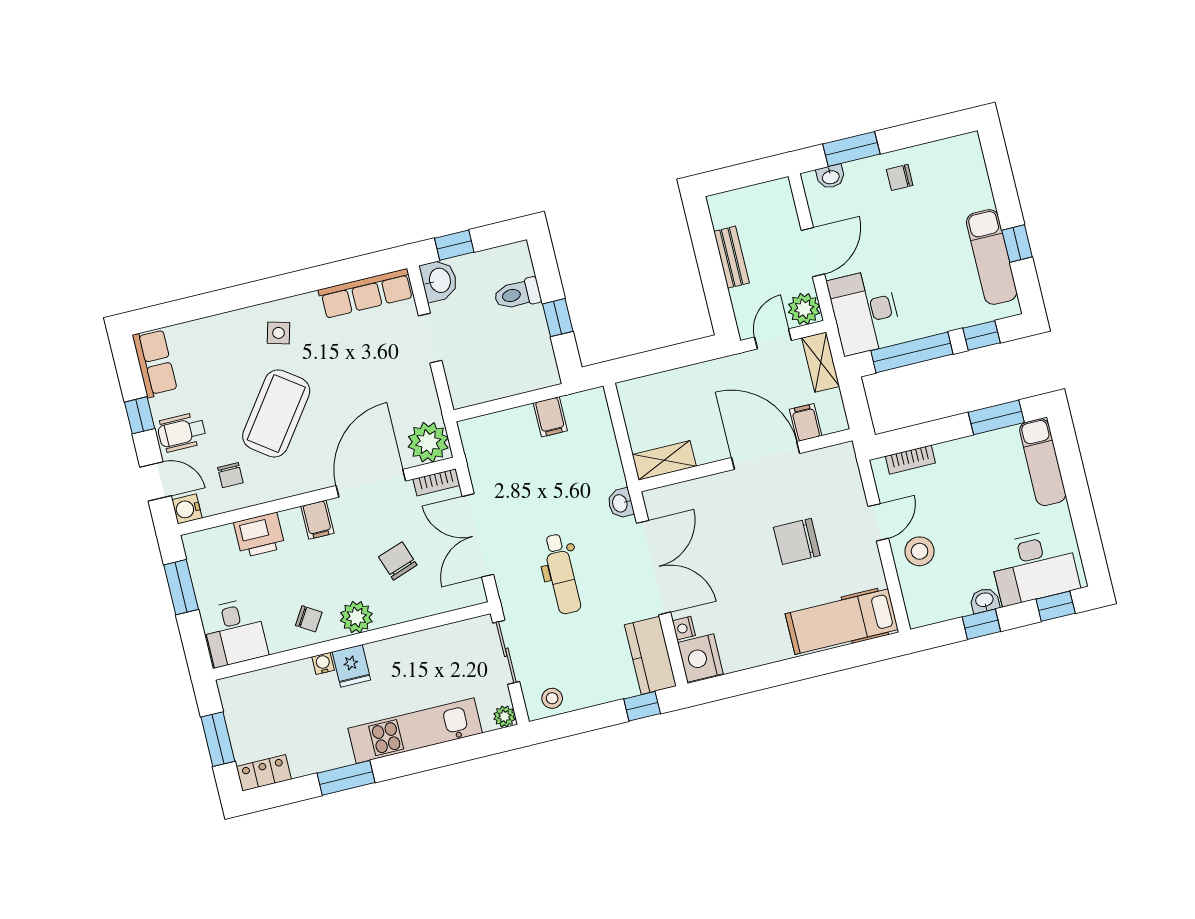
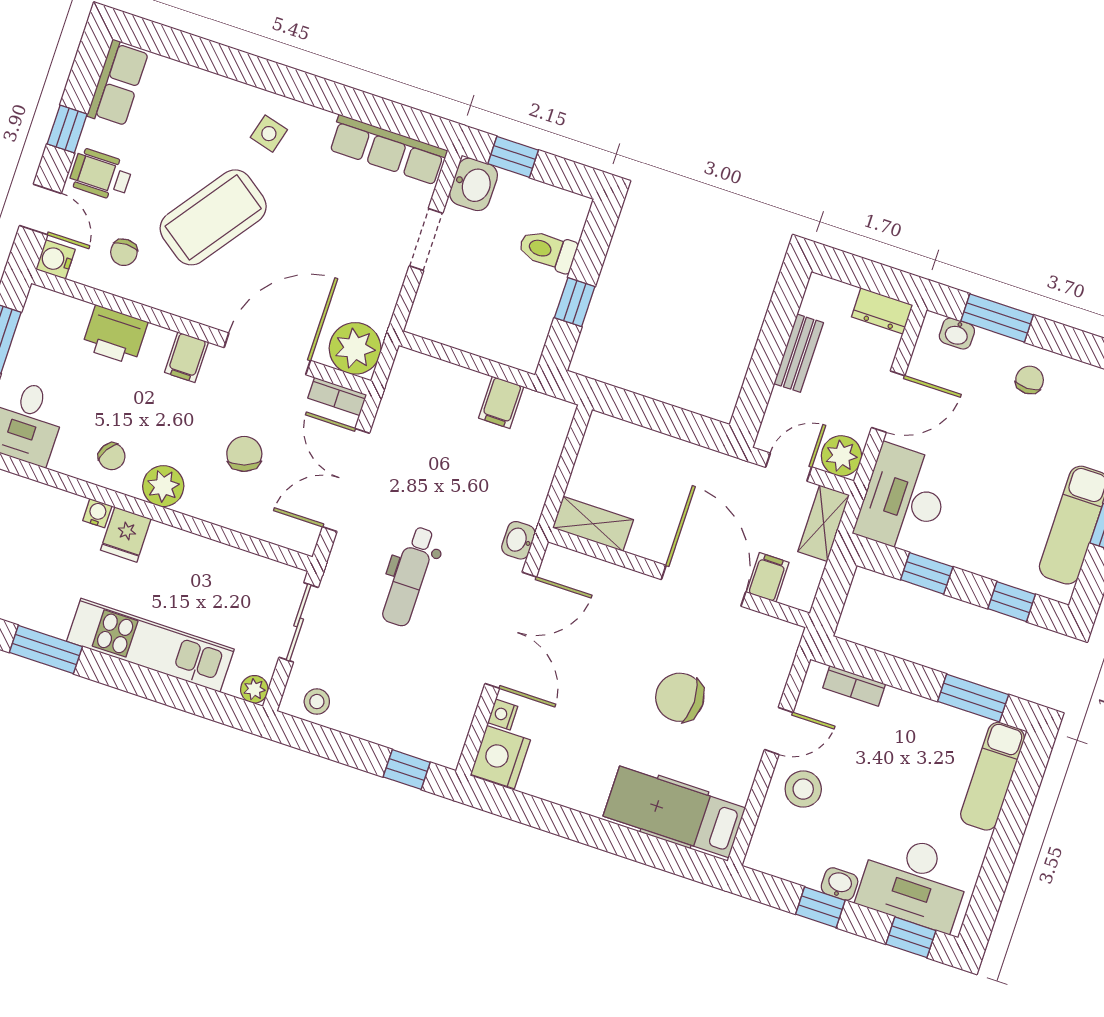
chair: (900, 177) -> (1030, 380), turned 90
dresser: (770, 193) -> (882, 311), added
window: (912, 352) -> (927, 573), width x0.46
kitchen counter: (650, 655) -> (449, 721), removed

